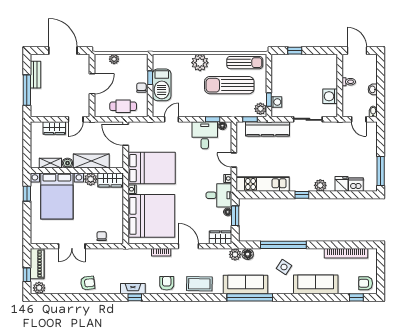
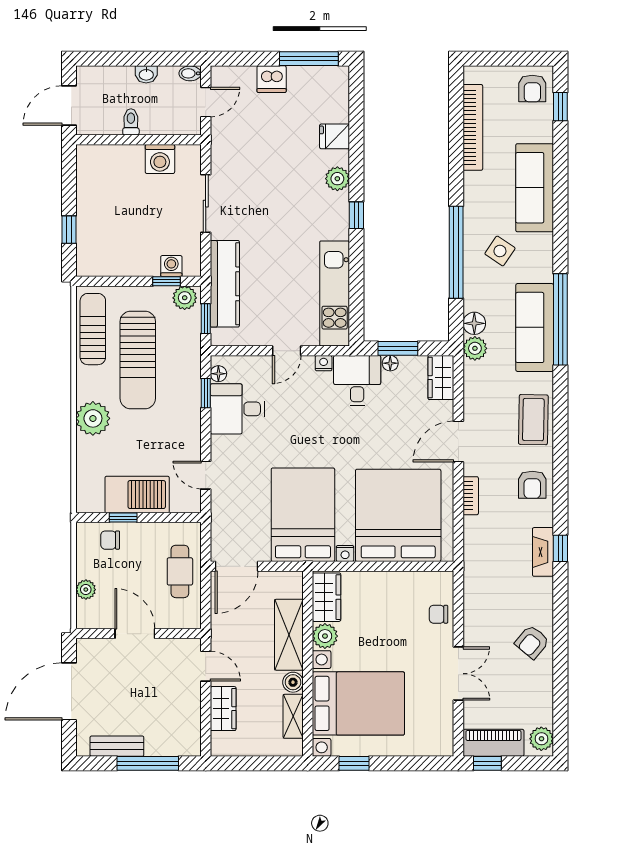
chair: (141, 88) -> (110, 540), moved
dishwasher: (356, 185) -> (272, 79), moved, turned -90
window: (27, 275) -> (487, 763), moved
armchair: (88, 283) -> (532, 642), turned -133
armchair: (167, 283) -> (532, 485), turned -90

